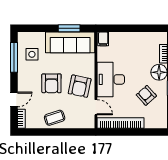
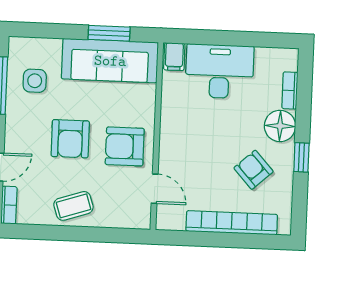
desk: (111, 79) -> (219, 71), moved, turned 90
armchair: (80, 86) -> (125, 146), turned 78
bookcase: (121, 123) -> (232, 223), moved

